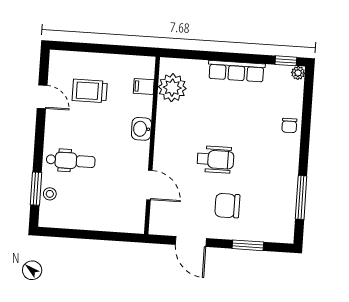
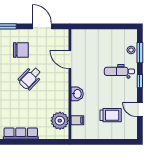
window: (39, 143) -> (140, 81), added
wheelchair: (215, 159) -> (30, 78), turned -46

